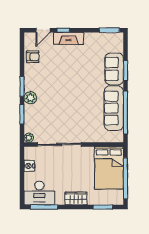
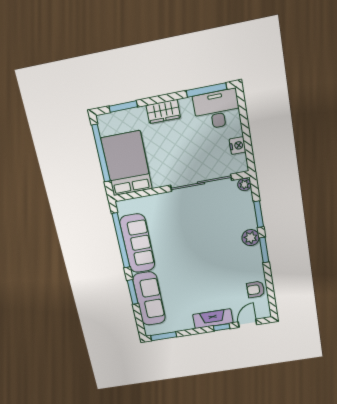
sofa: (114, 69) -> (149, 299), width x1.36

